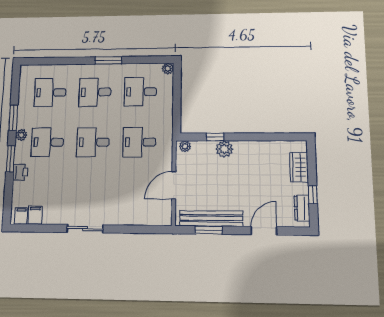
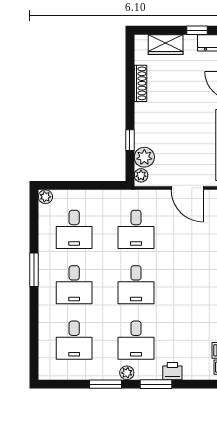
shoe rack: (264, 146) -> (140, 83), added
plant: (224, 149) -> (144, 157), moved

